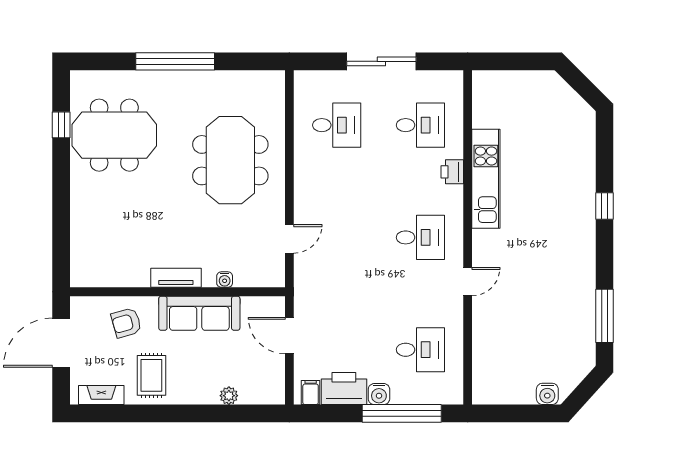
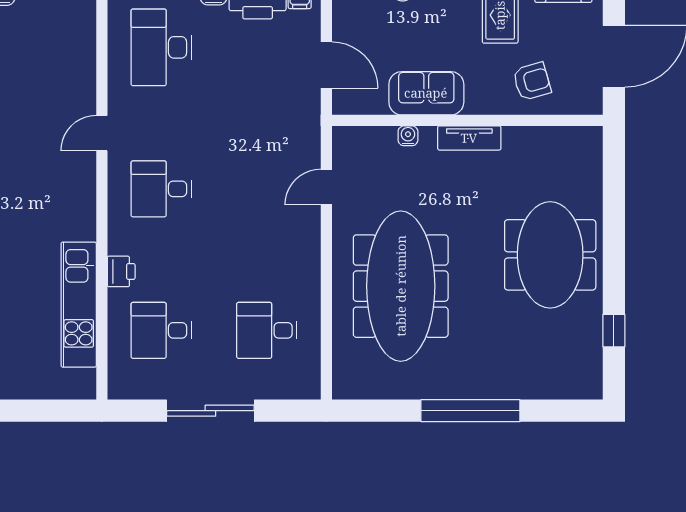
meeting table: (114, 135) -> (550, 255), moved, turned 90
meeting table: (230, 160) -> (401, 286), width x1.36
kitchen unit: (486, 179) -> (79, 305), moved
sofa: (199, 313) -> (426, 93), width x0.73
desk: (420, 350) -> (161, 47), width x1.37

